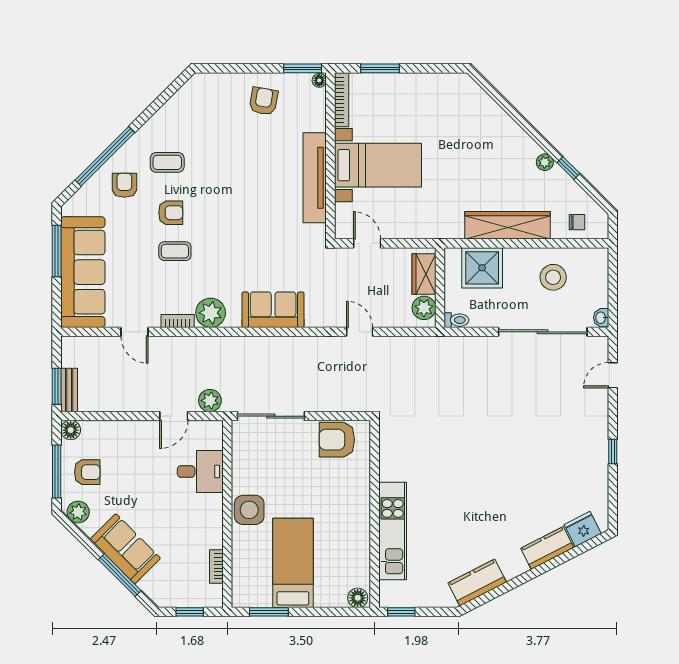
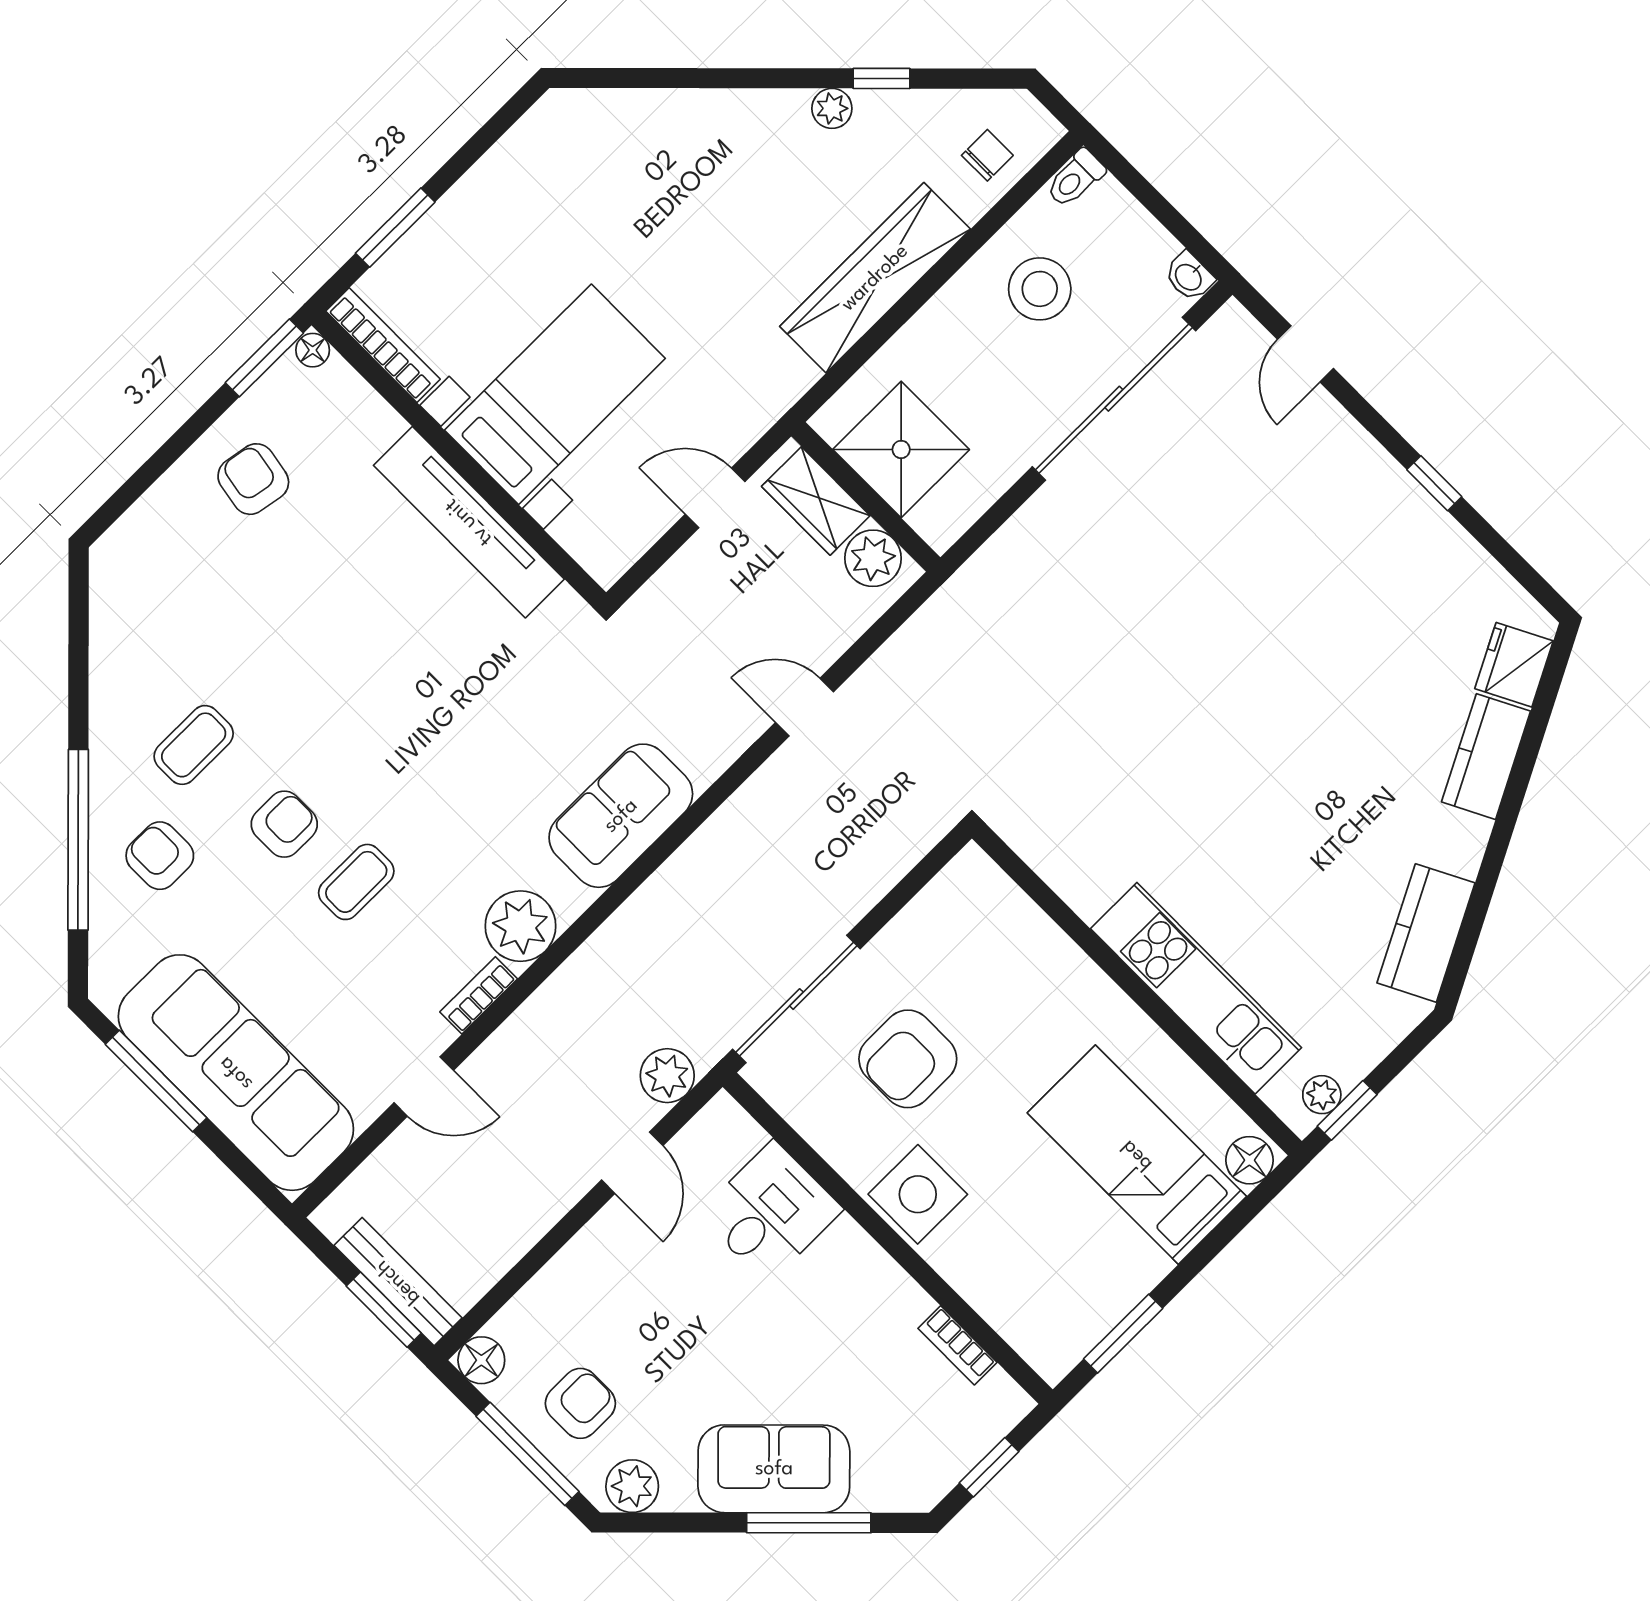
door: (367, 243) -> (715, 498), moved
shower: (482, 268) -> (901, 449), moved
toilet: (456, 320) -> (1075, 178), moved, turned 180
bench: (69, 390) -> (398, 1282), width x1.36
armchair: (337, 440) -> (908, 1059), moved
bed: (293, 563) -> (1137, 1155), moved
plant: (399, 600) -> (1322, 1095), added

